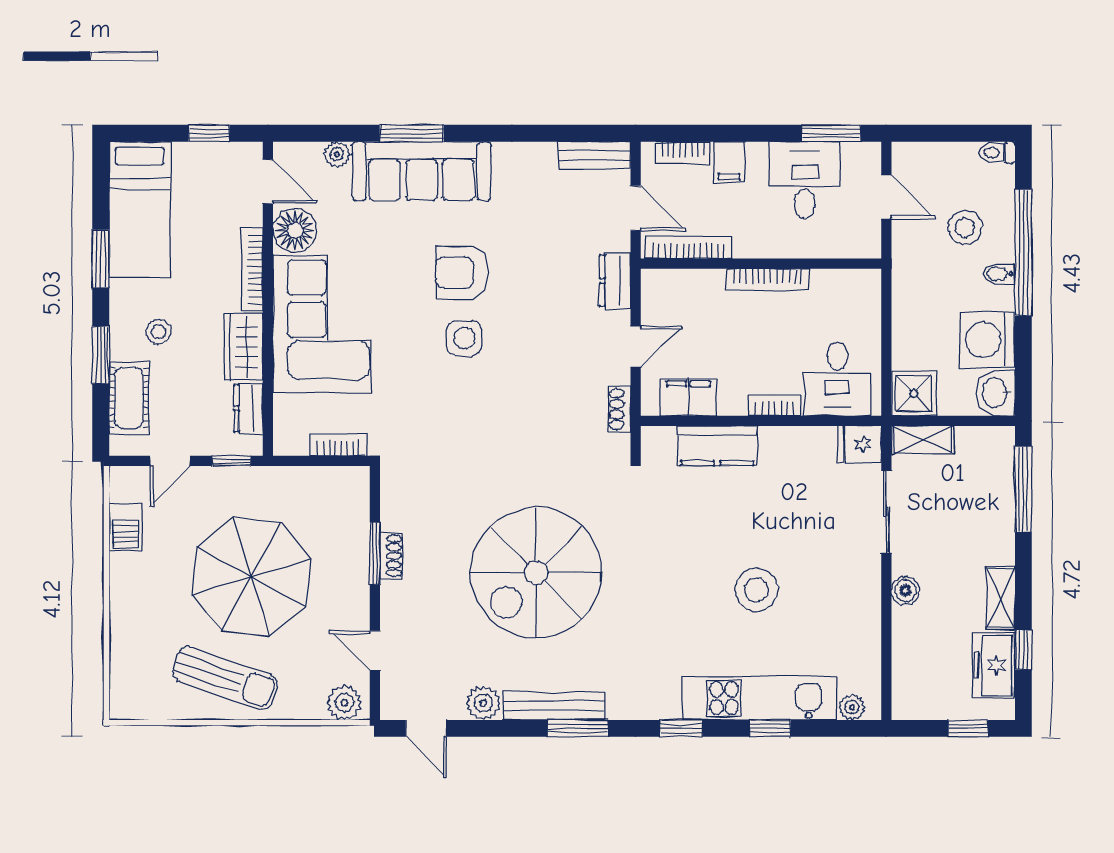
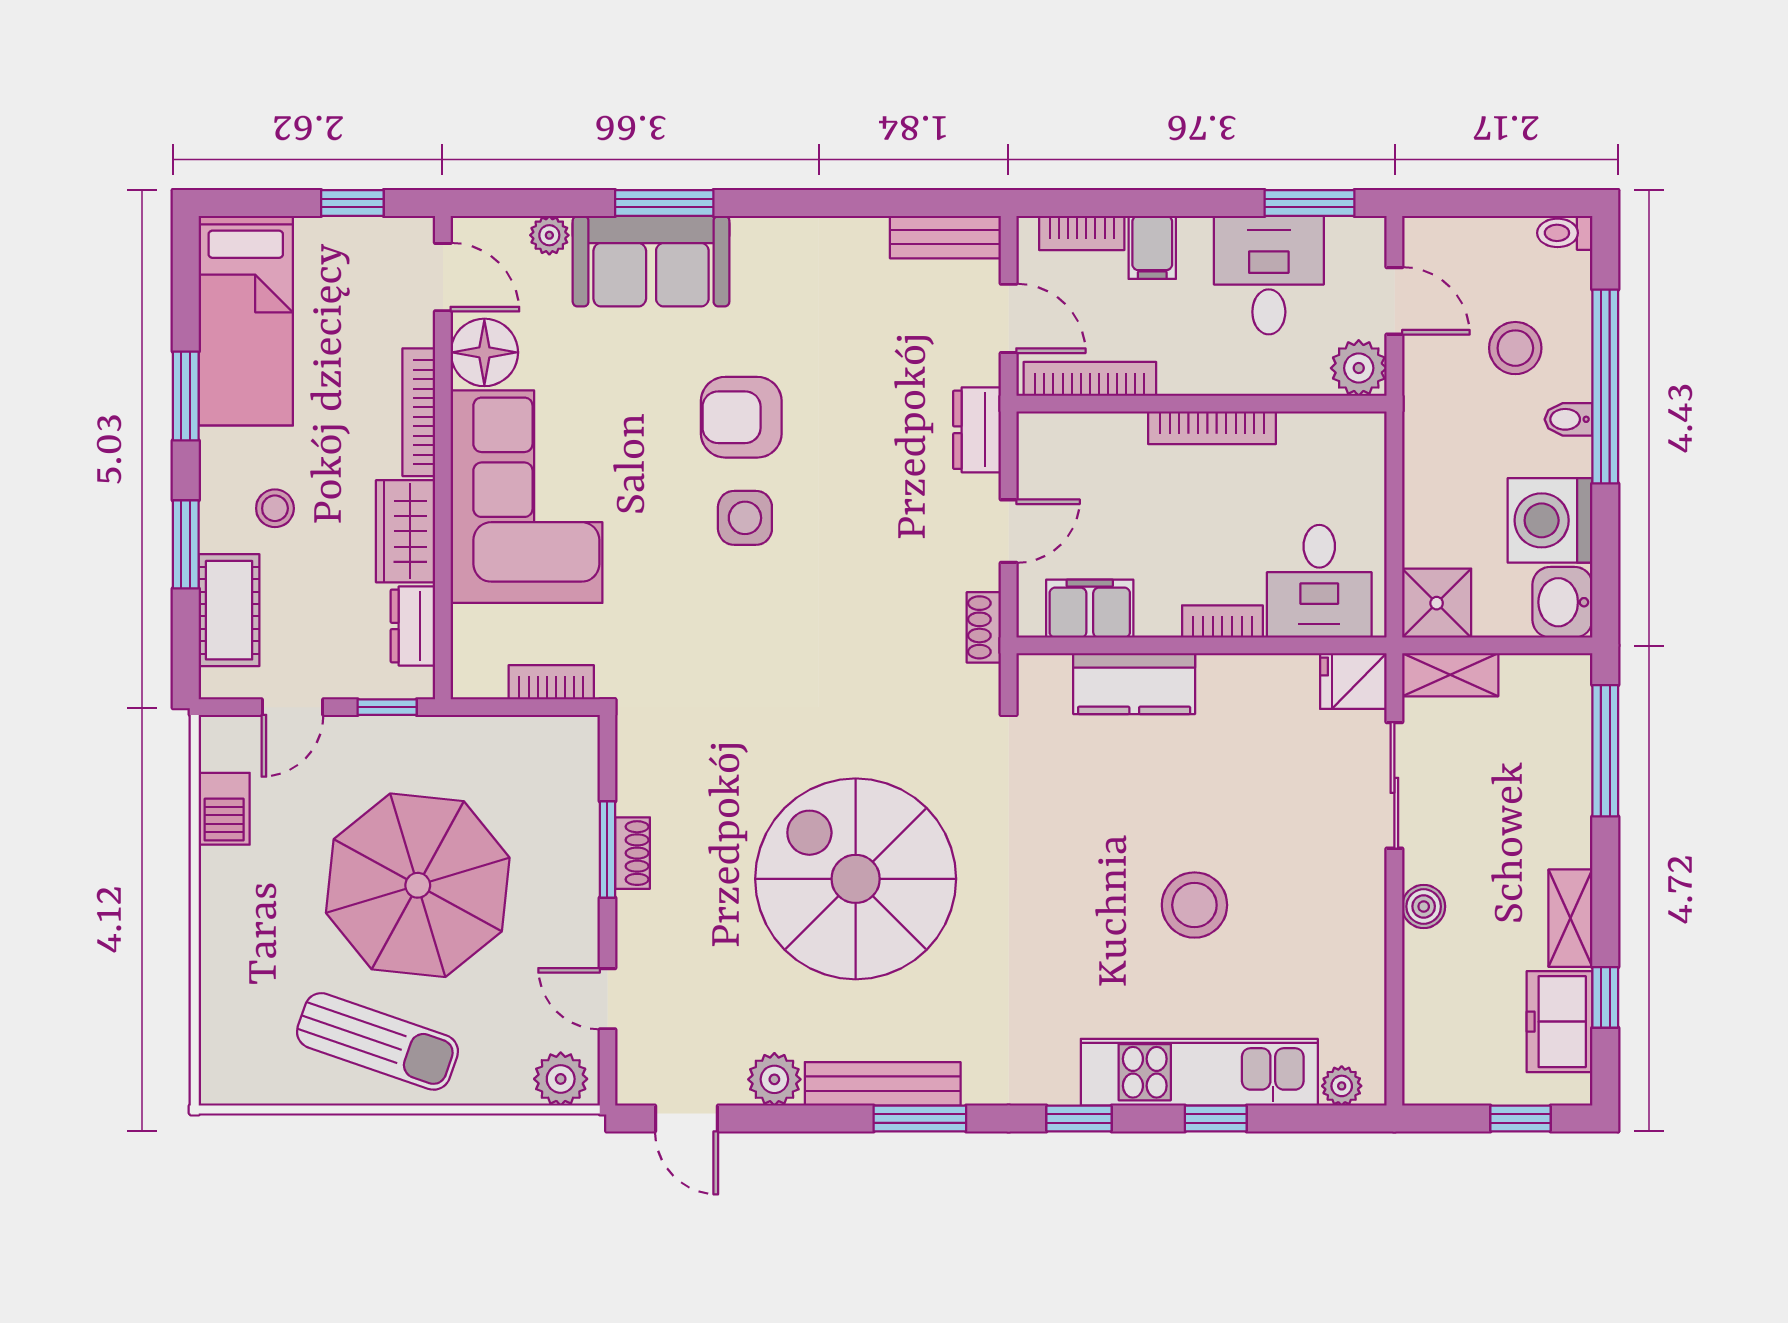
sofa: (421, 171) -> (651, 261), width x0.73
plant: (863, 241) -> (1359, 368), added
spiral stairs: (536, 573) -> (856, 879), turned 90

